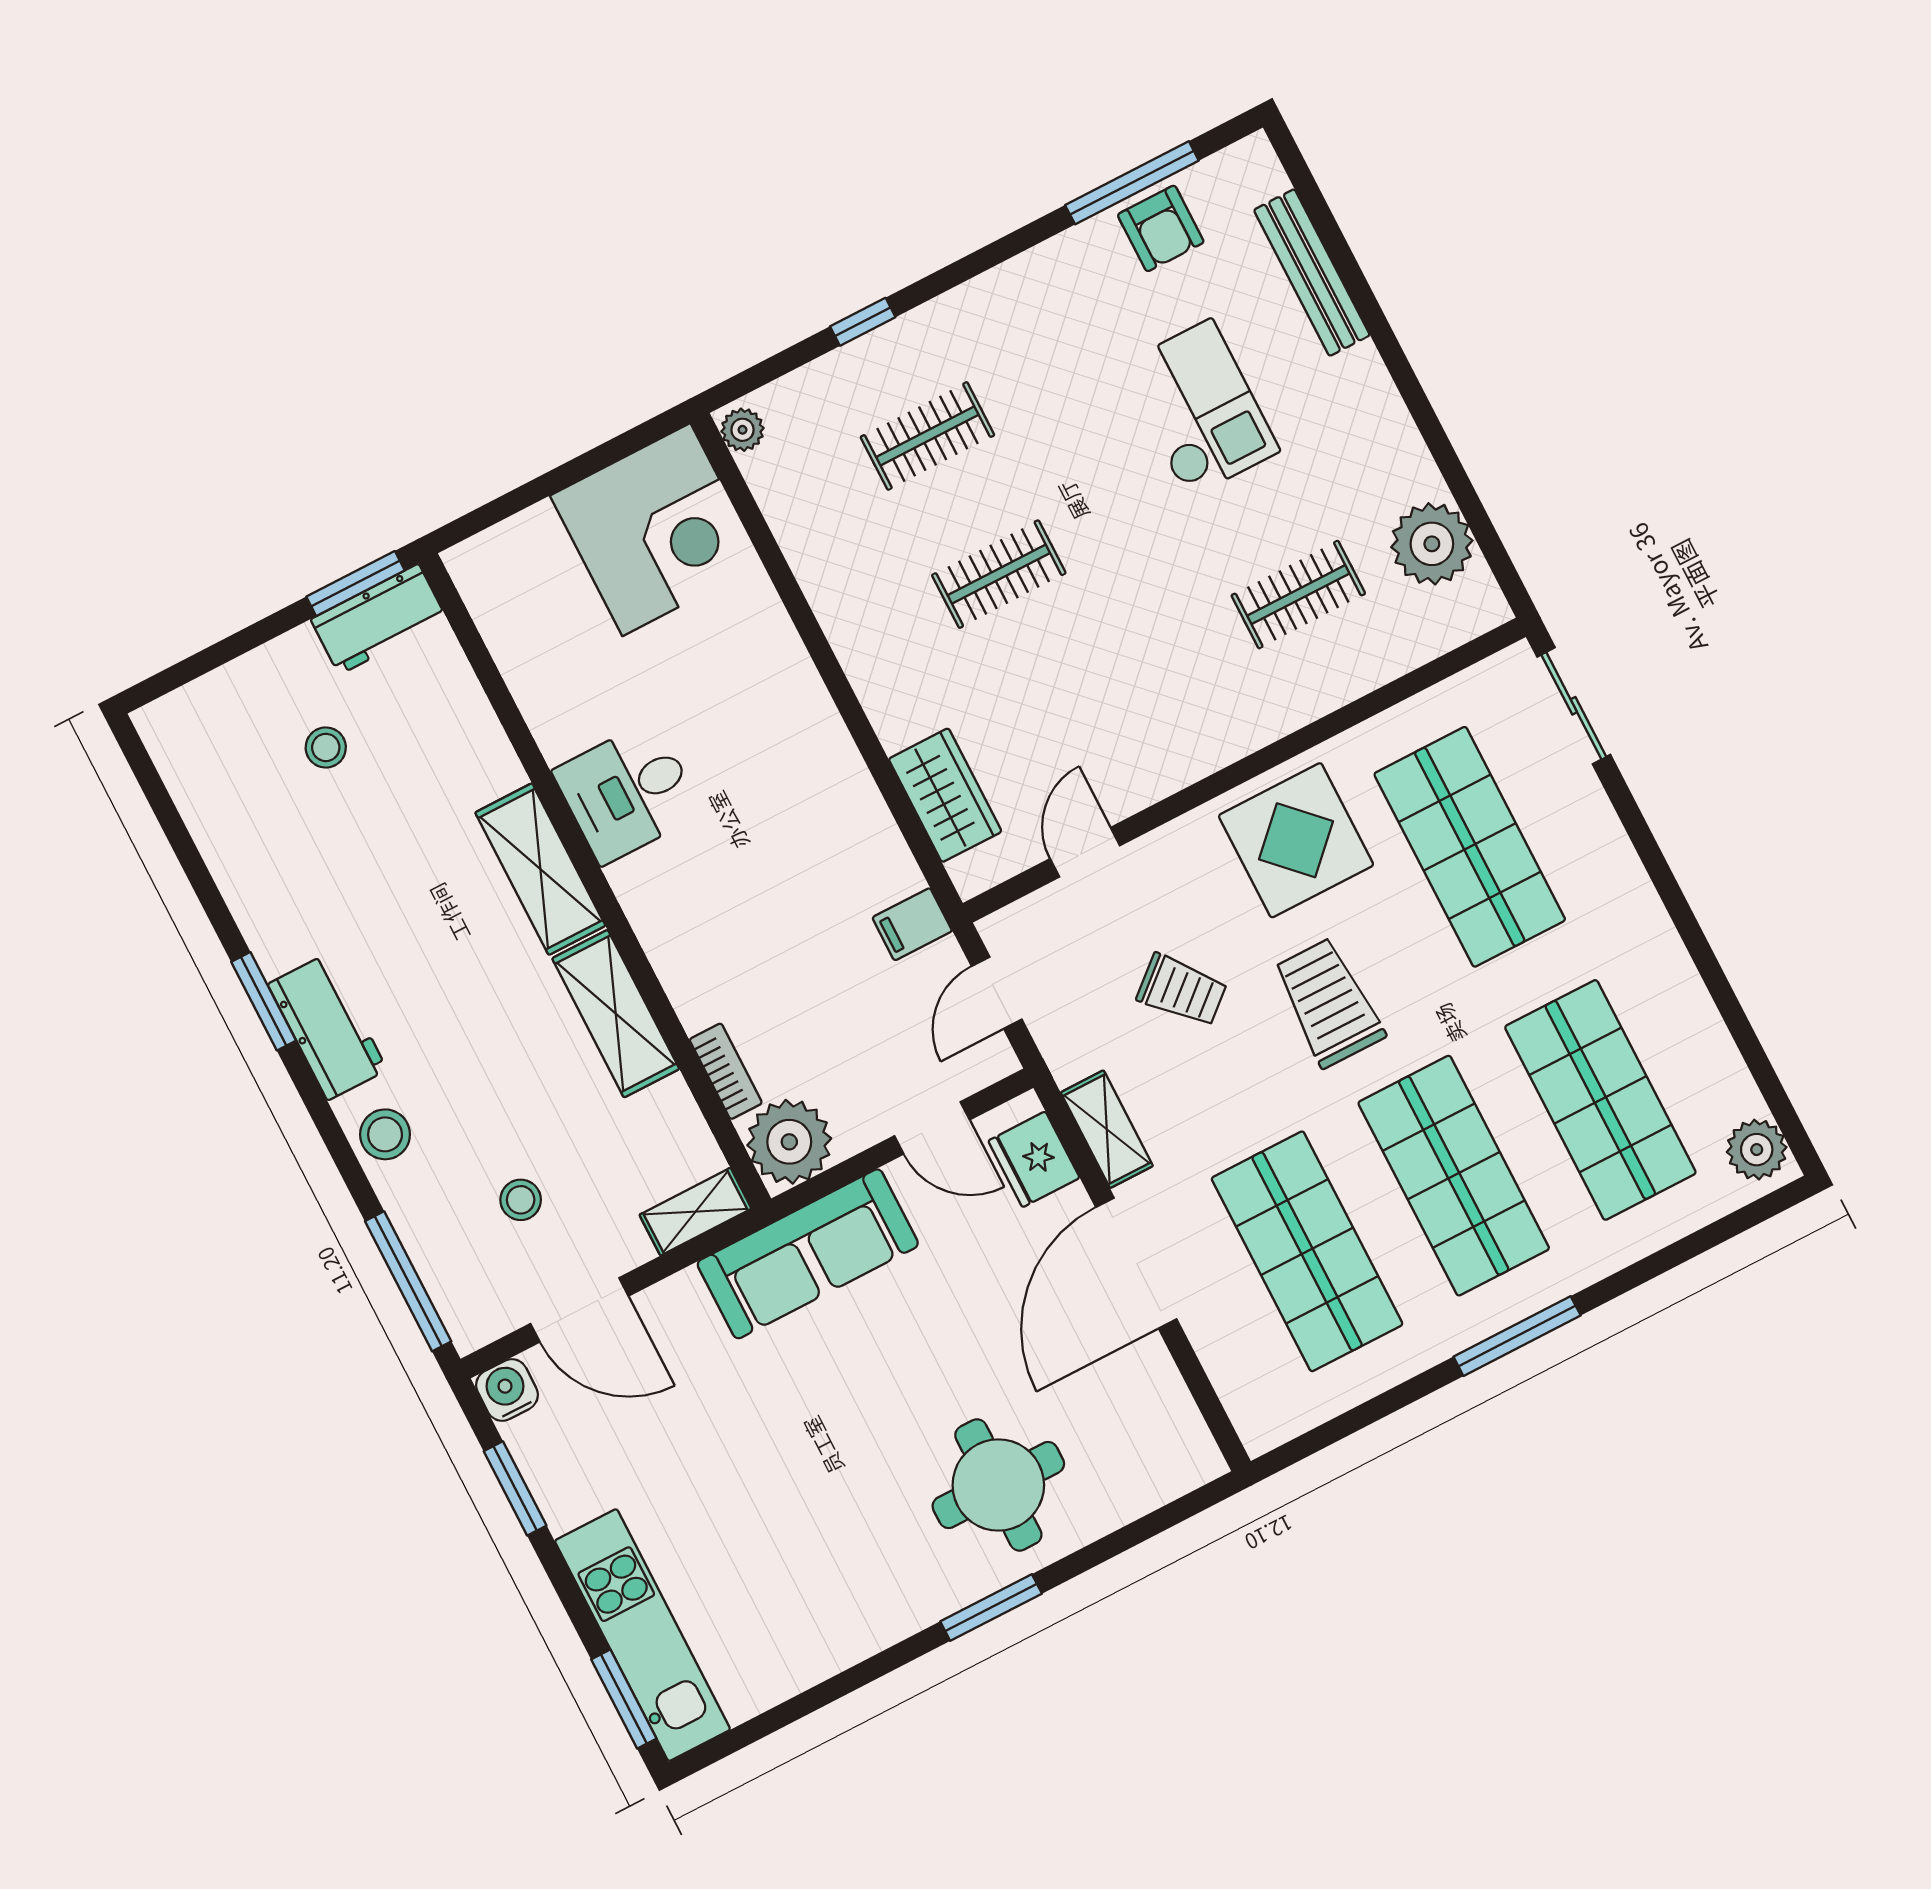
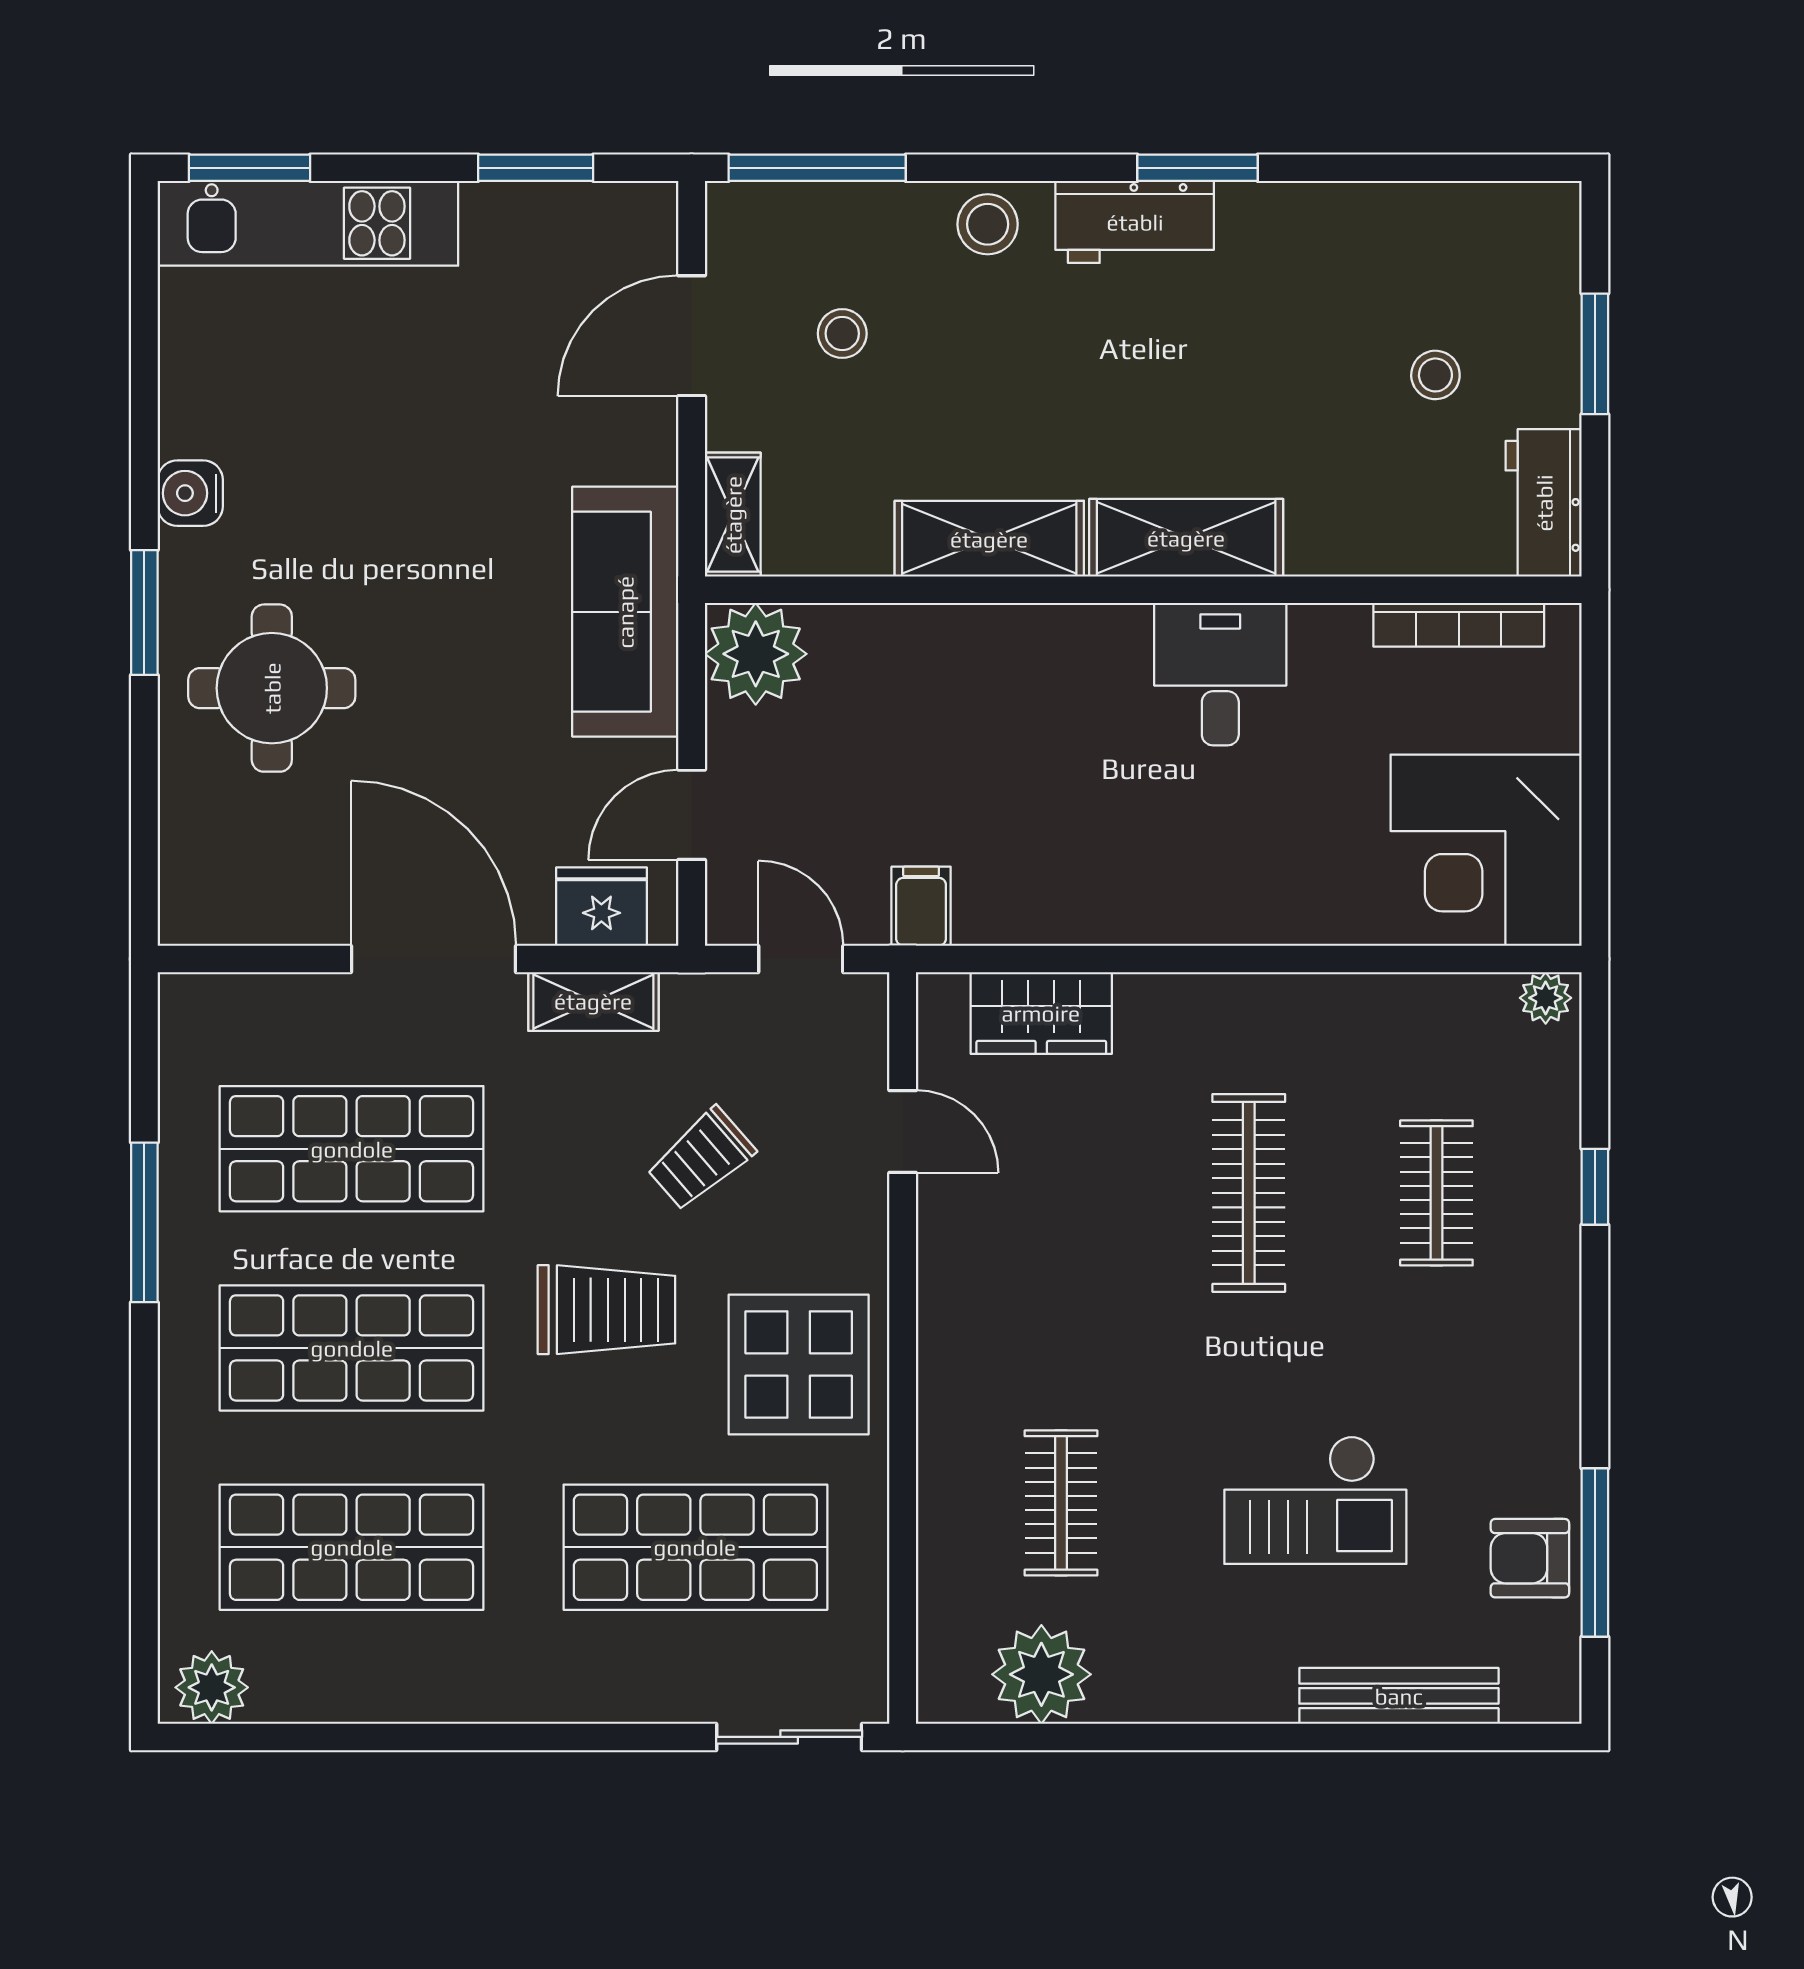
clothes rail: (999, 574) -> (1249, 1193), width x1.36
window: (356, 583) -> (1595, 354), moved
bookcase: (726, 1071) -> (1459, 625), moved, width x1.56
window: (1517, 1336) -> (144, 1222), moved
water cooler: (507, 1390) -> (190, 493), moved, turned 180

